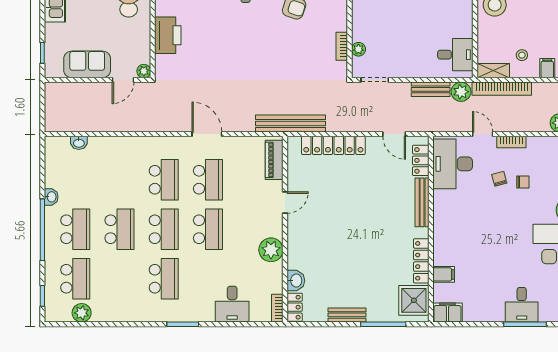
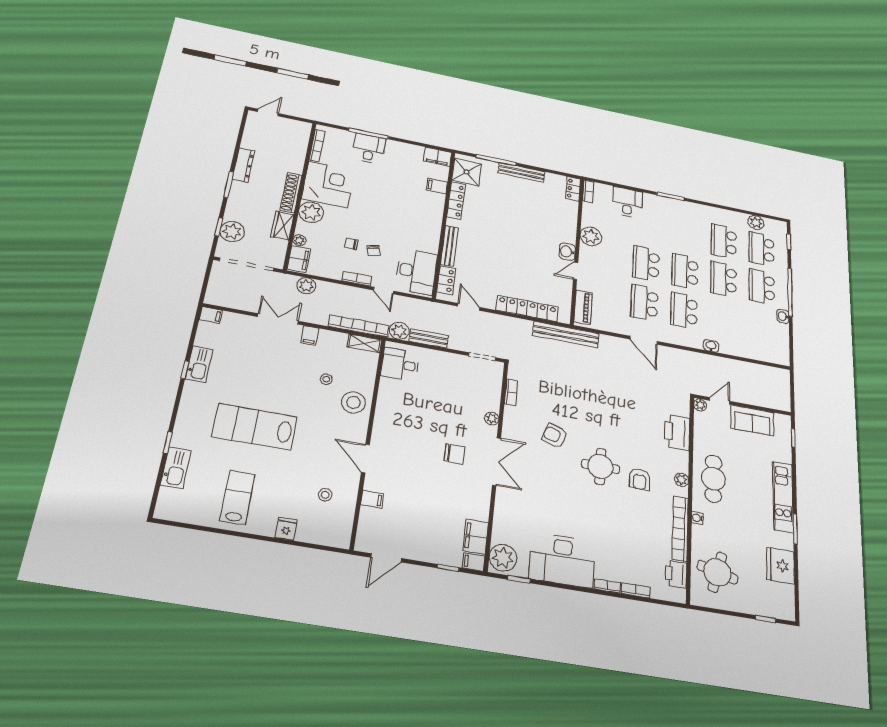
plant: (358, 49) -> (492, 419), moved
stool: (522, 55) -> (326, 379), moved
washbasin: (79, 143) -> (711, 346), moved
school desk: (164, 279) -> (724, 241), moved
washbasin: (296, 281) -> (567, 252), moved
bench: (347, 315) -> (521, 172), width x1.36

